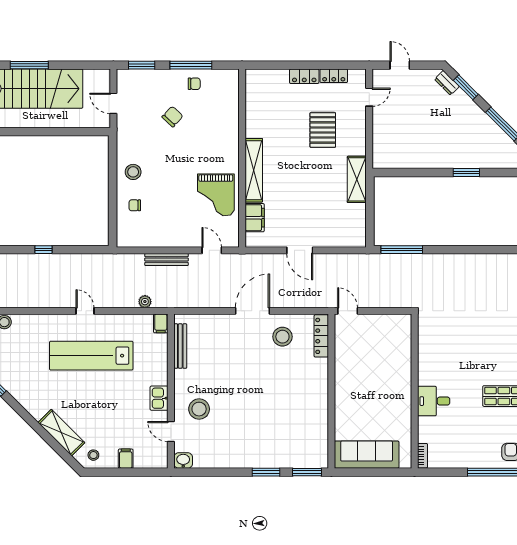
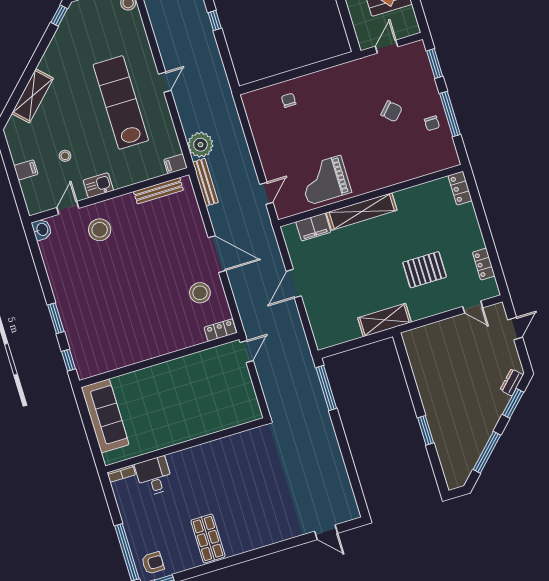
locker: (304, 76) -> (460, 188), moved
stool: (133, 172) -> (322, 88), removed
bench: (166, 260) -> (205, 182), moved
plant: (145, 302) -> (200, 145), width x1.87, depth x1.87
locker: (321, 336) -> (220, 330), width x0.66
desk: (434, 401) -> (154, 476), moved
stool: (93, 455) -> (65, 156), moved
window: (307, 472) -> (69, 360), width x0.67

